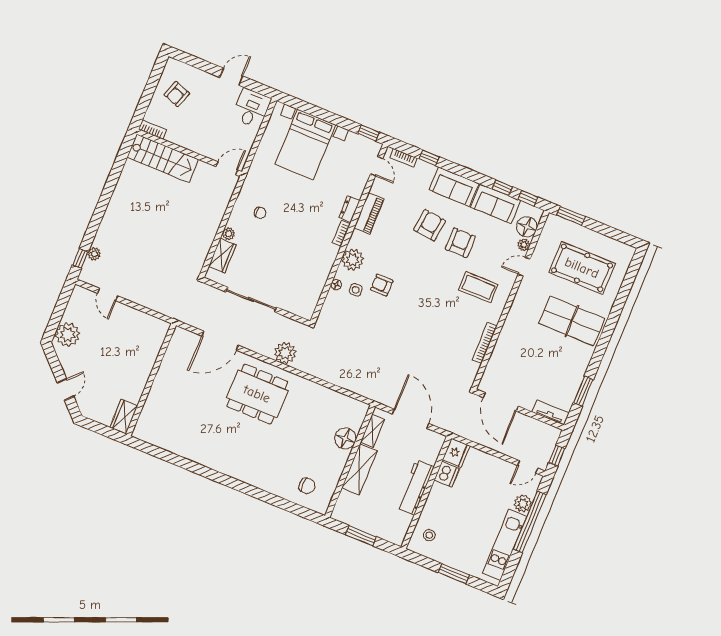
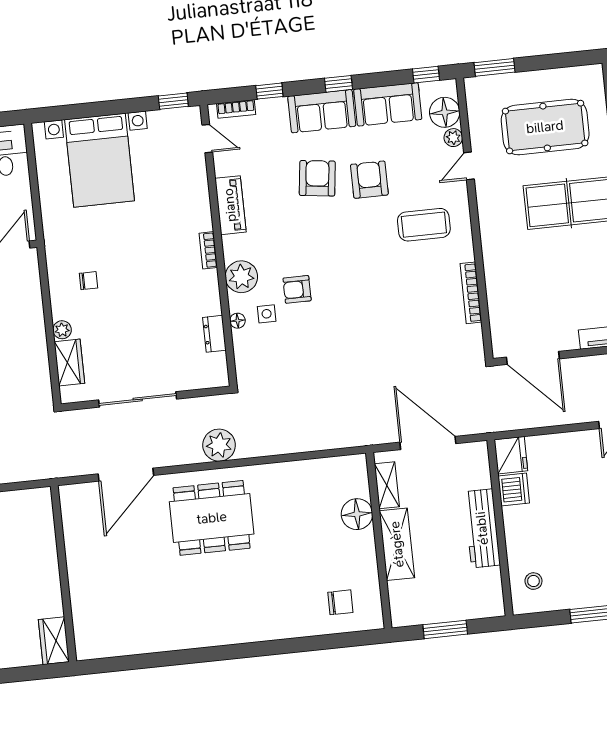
window: (502, 188) -> (338, 84), moved
dresser: (349, 209) -> (214, 334), moved

